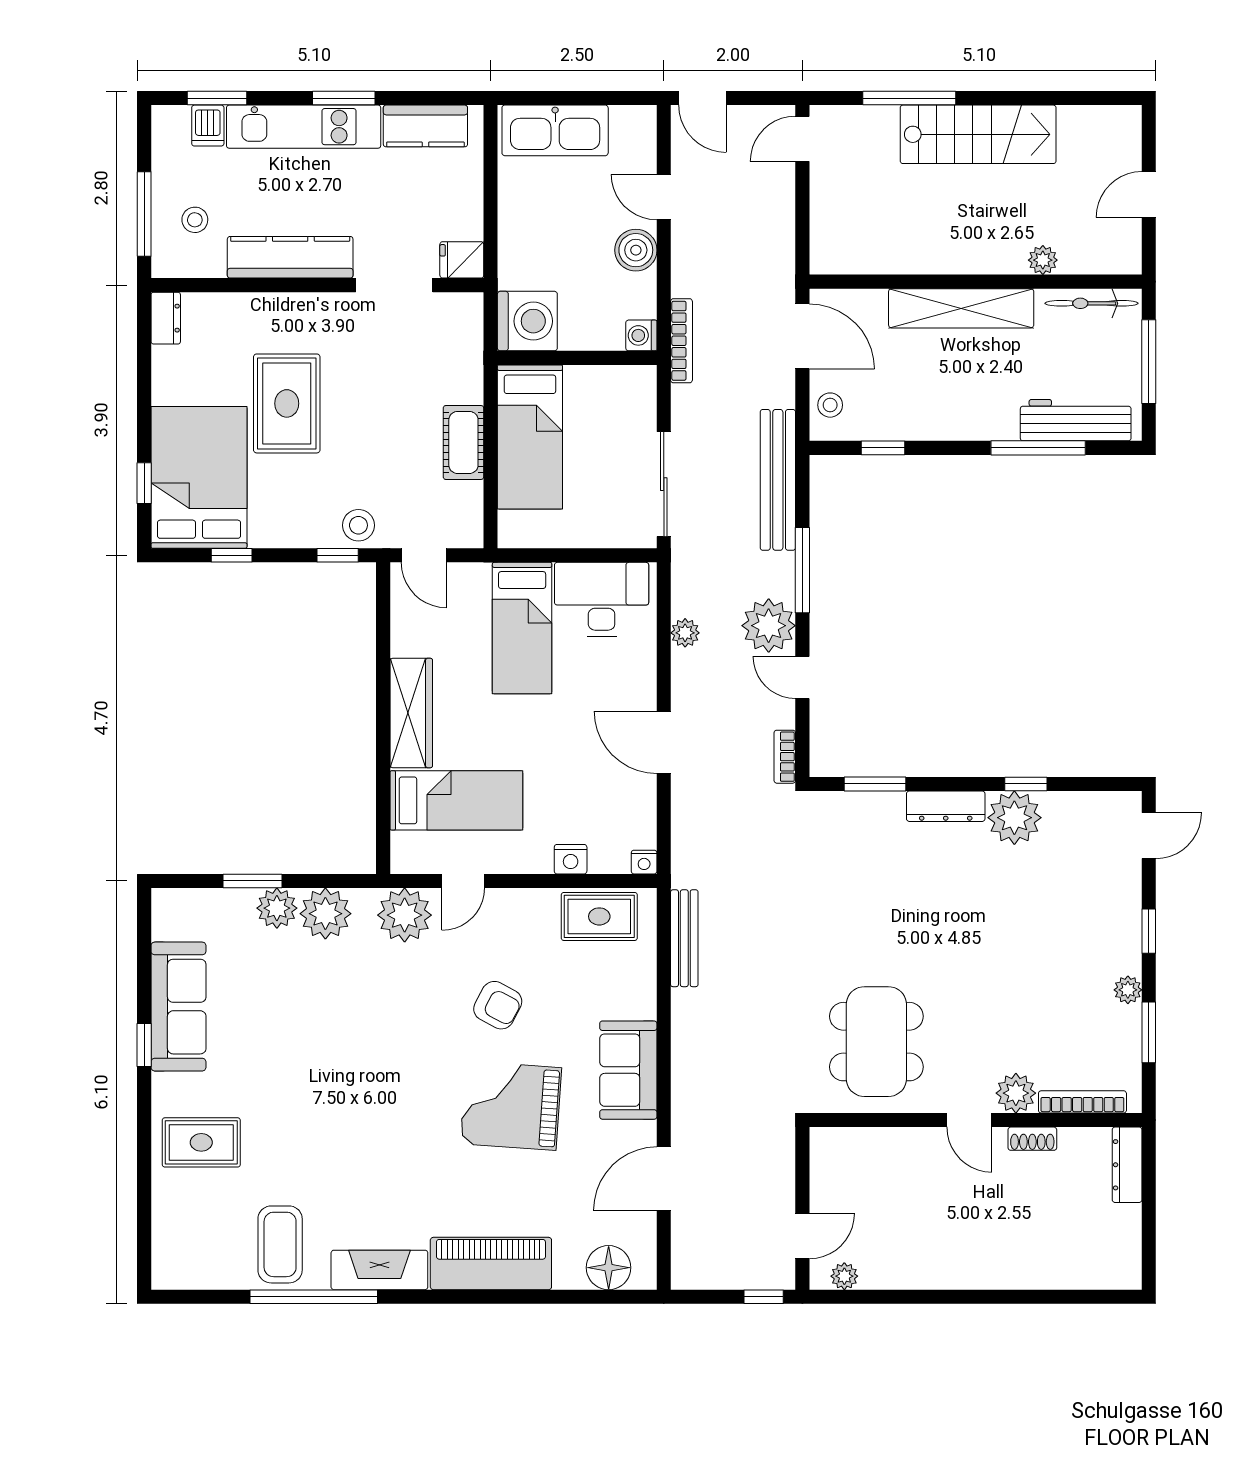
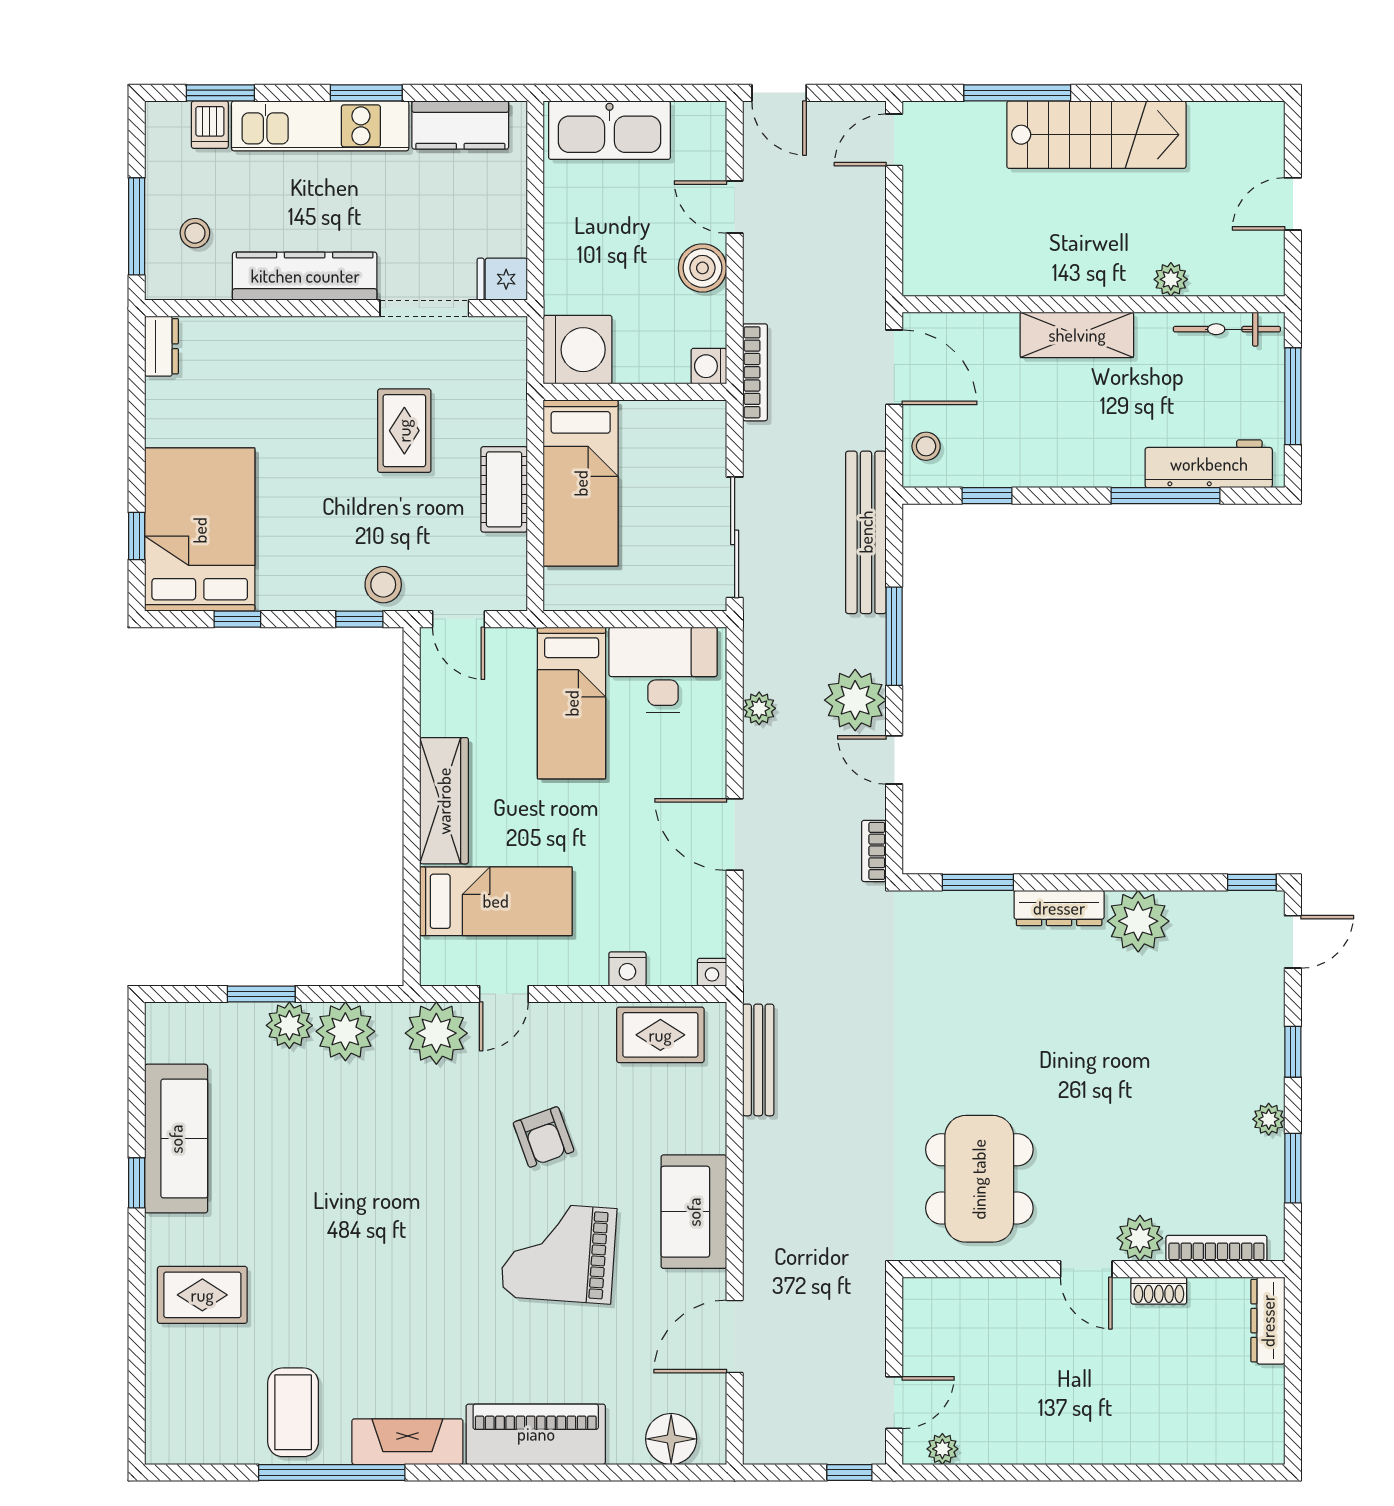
shelving: (961, 308) -> (1077, 335), width x0.68
rug: (287, 403) -> (404, 431), moved, width x0.73, depth x0.70
window: (1026, 784) -> (1252, 882), moved
armchair: (498, 1005) -> (544, 1137), turned 42

